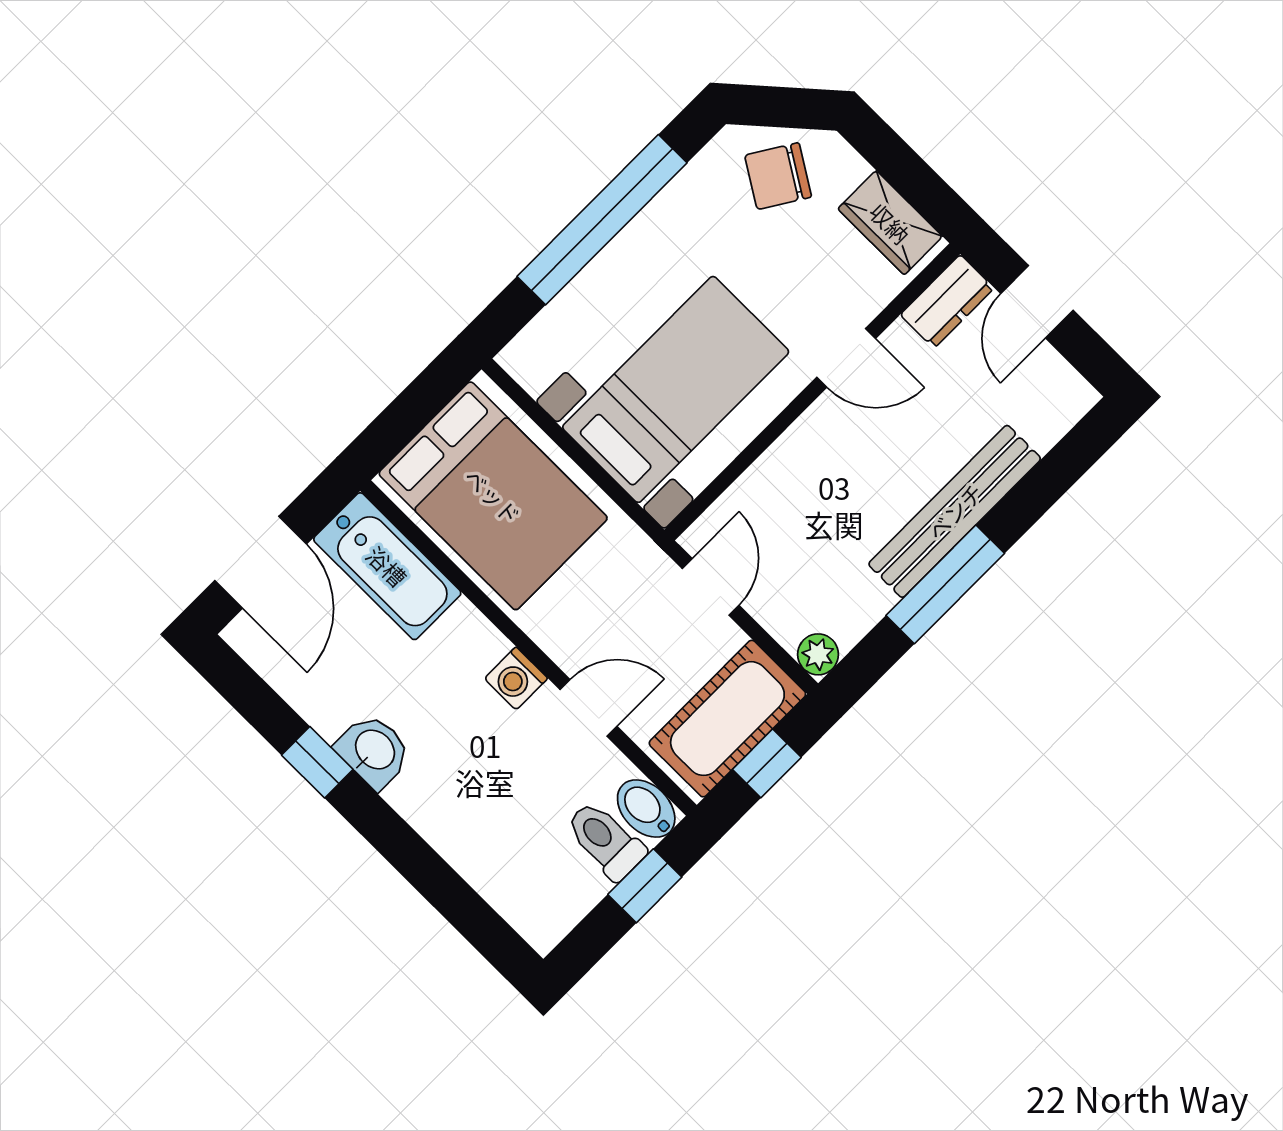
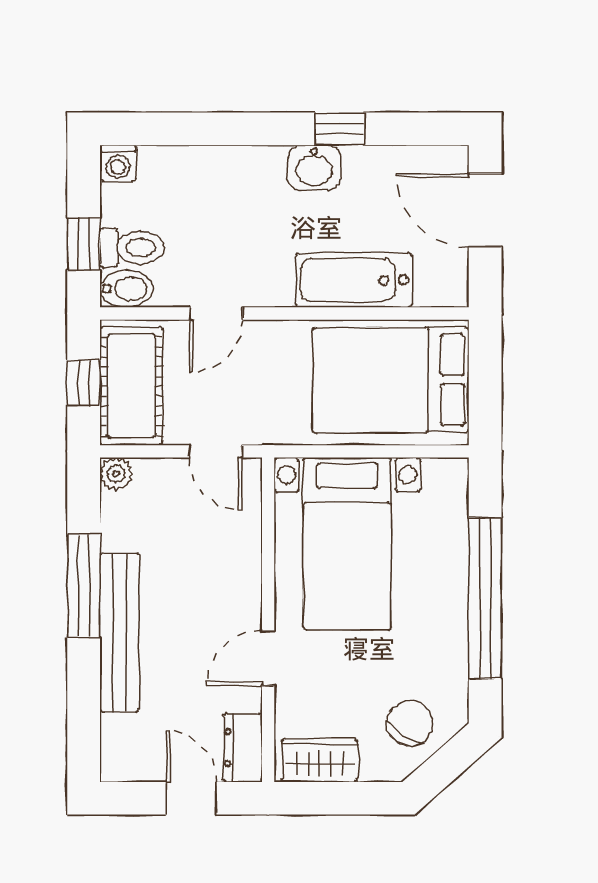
bathtub: (387, 566) -> (354, 280), moved
washing machine: (516, 678) -> (118, 163), moved, turned 180

